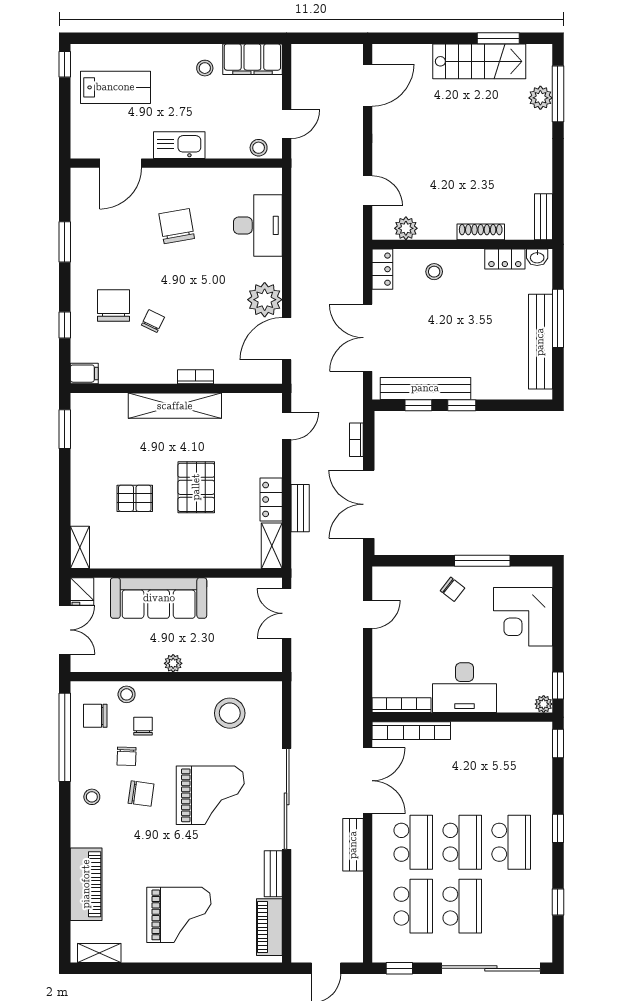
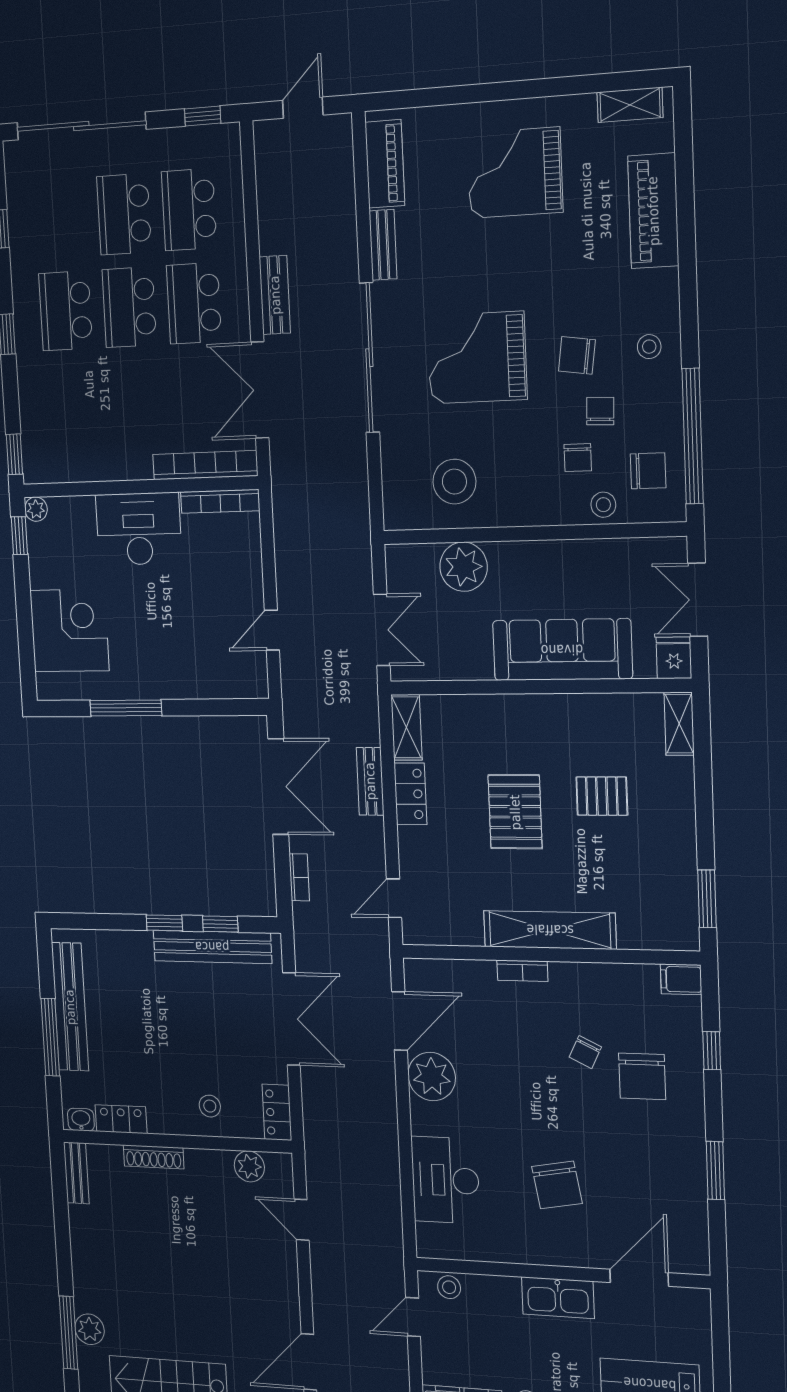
chair: (453, 589) -> (162, 668), removed
plant: (173, 663) -> (464, 567), moved, width x1.87, depth x1.87

